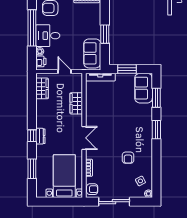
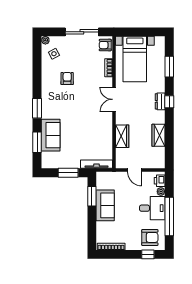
window: (105, 34) -> (92, 196), moved
sofa: (92, 53) -> (105, 205), moved
wardrobe: (42, 88) -> (158, 135), moved
sofa: (144, 88) -> (51, 135), moved

